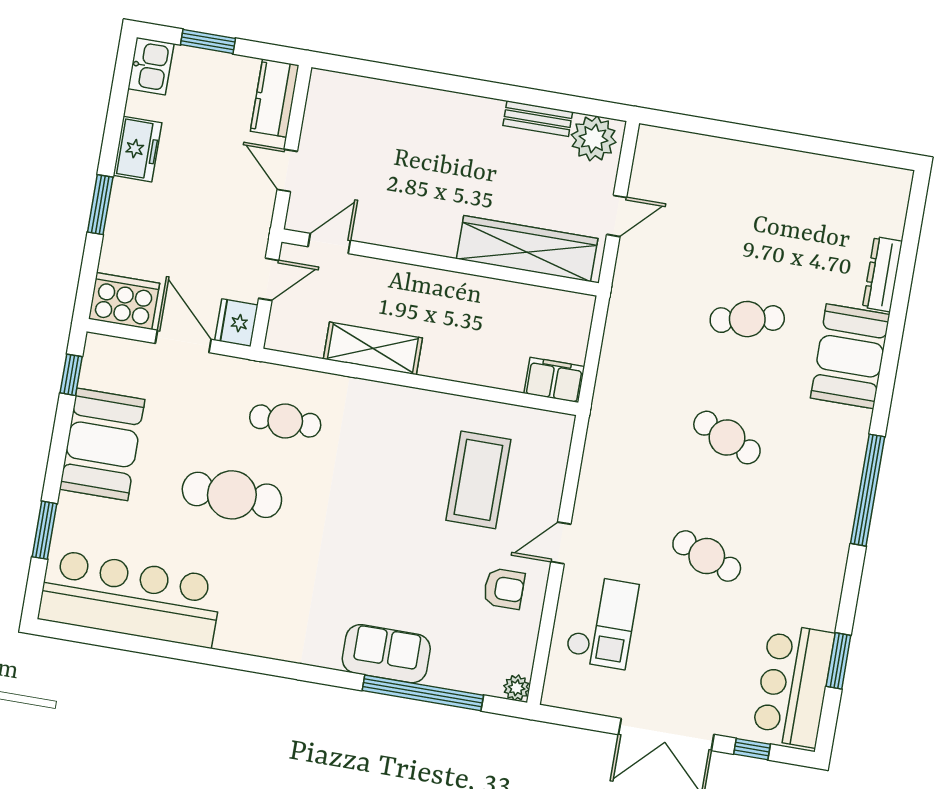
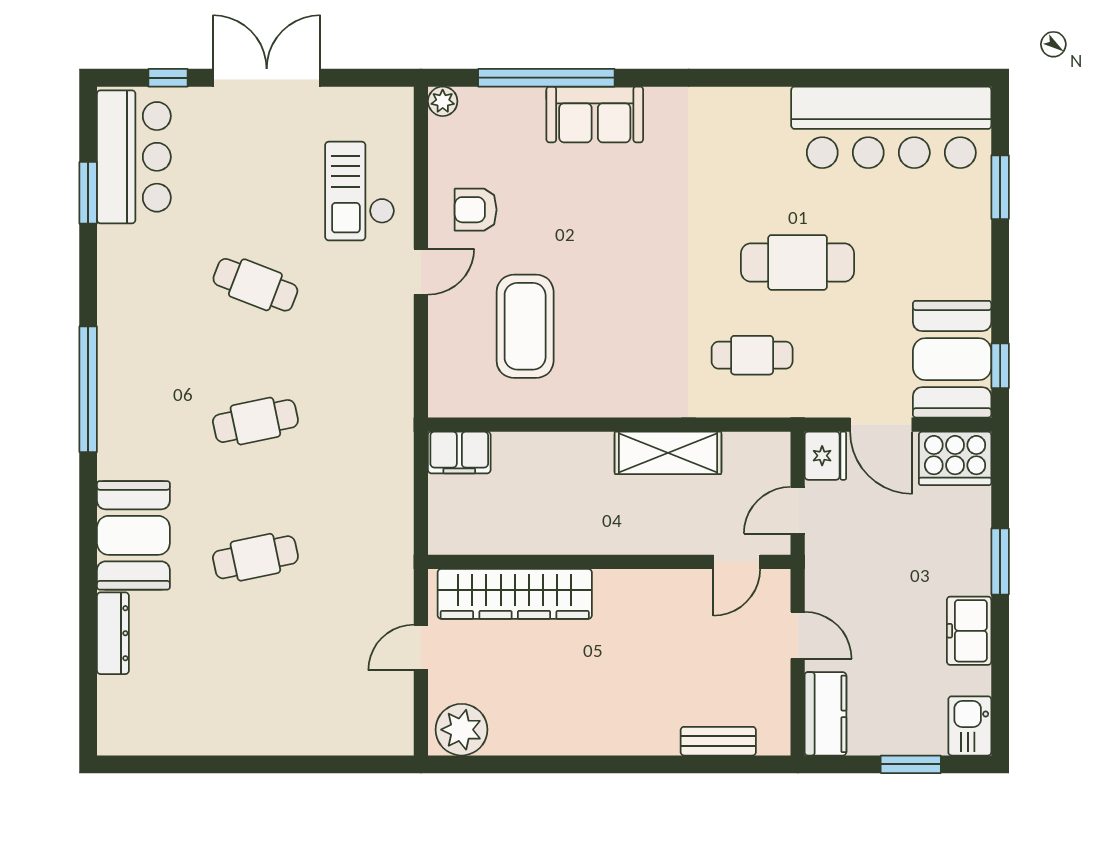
bench: (538, 119) -> (718, 741), moved
cafe table: (727, 438) -> (255, 421), turned -36
booth: (102, 444) -> (952, 359), moved

